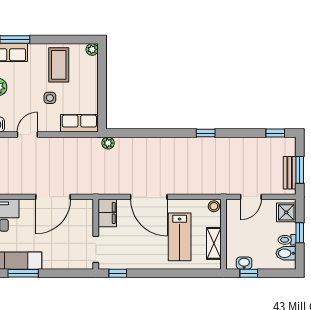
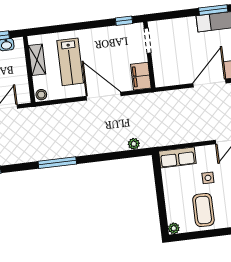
window: (206, 133) -> (57, 163), width x2.17
plant: (108, 143) -> (134, 144), moved
door: (53, 197) -> (209, 83), moved
lab bench: (180, 237) -> (70, 62), turned 180

